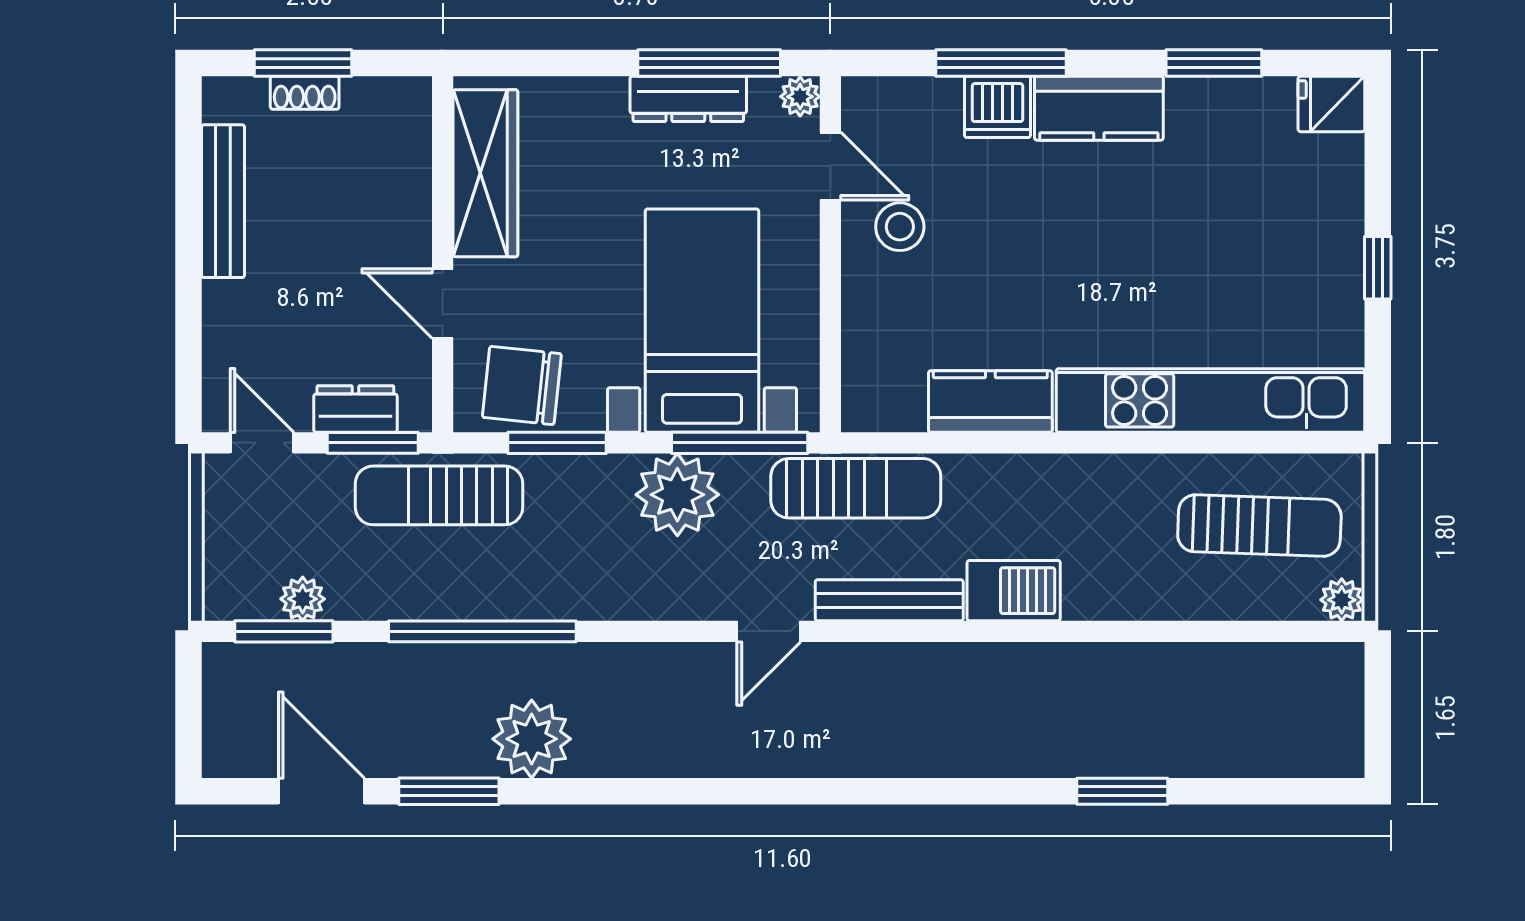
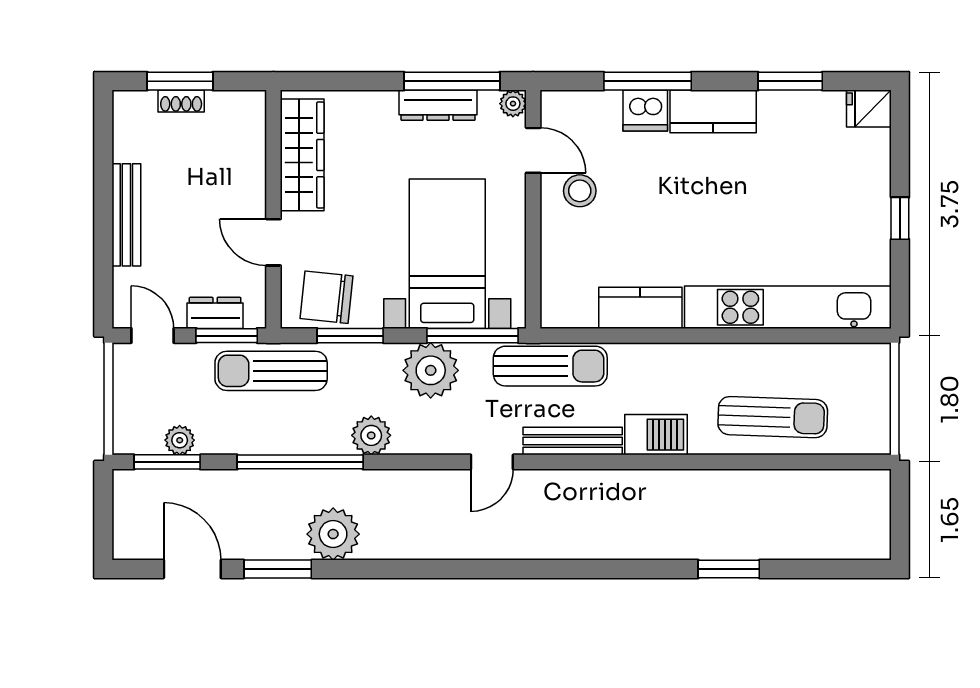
bench: (223, 201) -> (126, 215), moved
sun lounger: (1259, 526) -> (773, 417), moved
plant: (1342, 600) -> (371, 435), moved, width x1.38, depth x1.38

